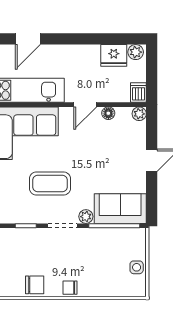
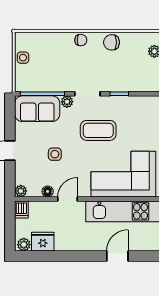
side table: (100, 156) -> (55, 154), added

